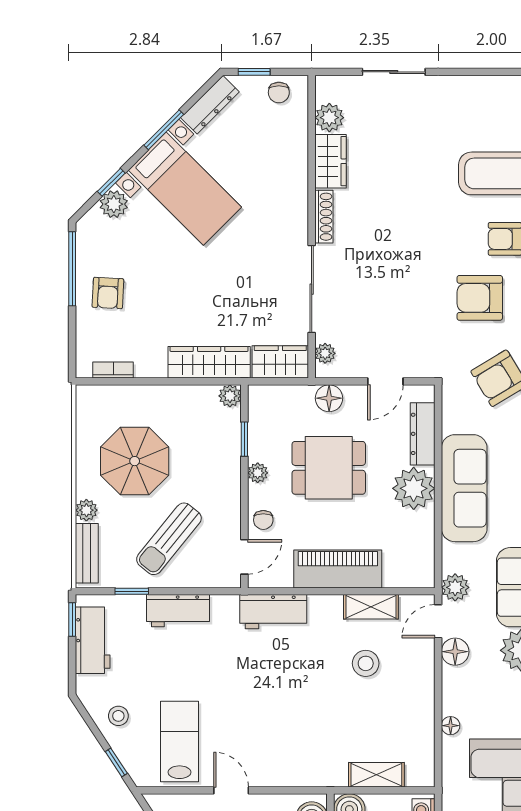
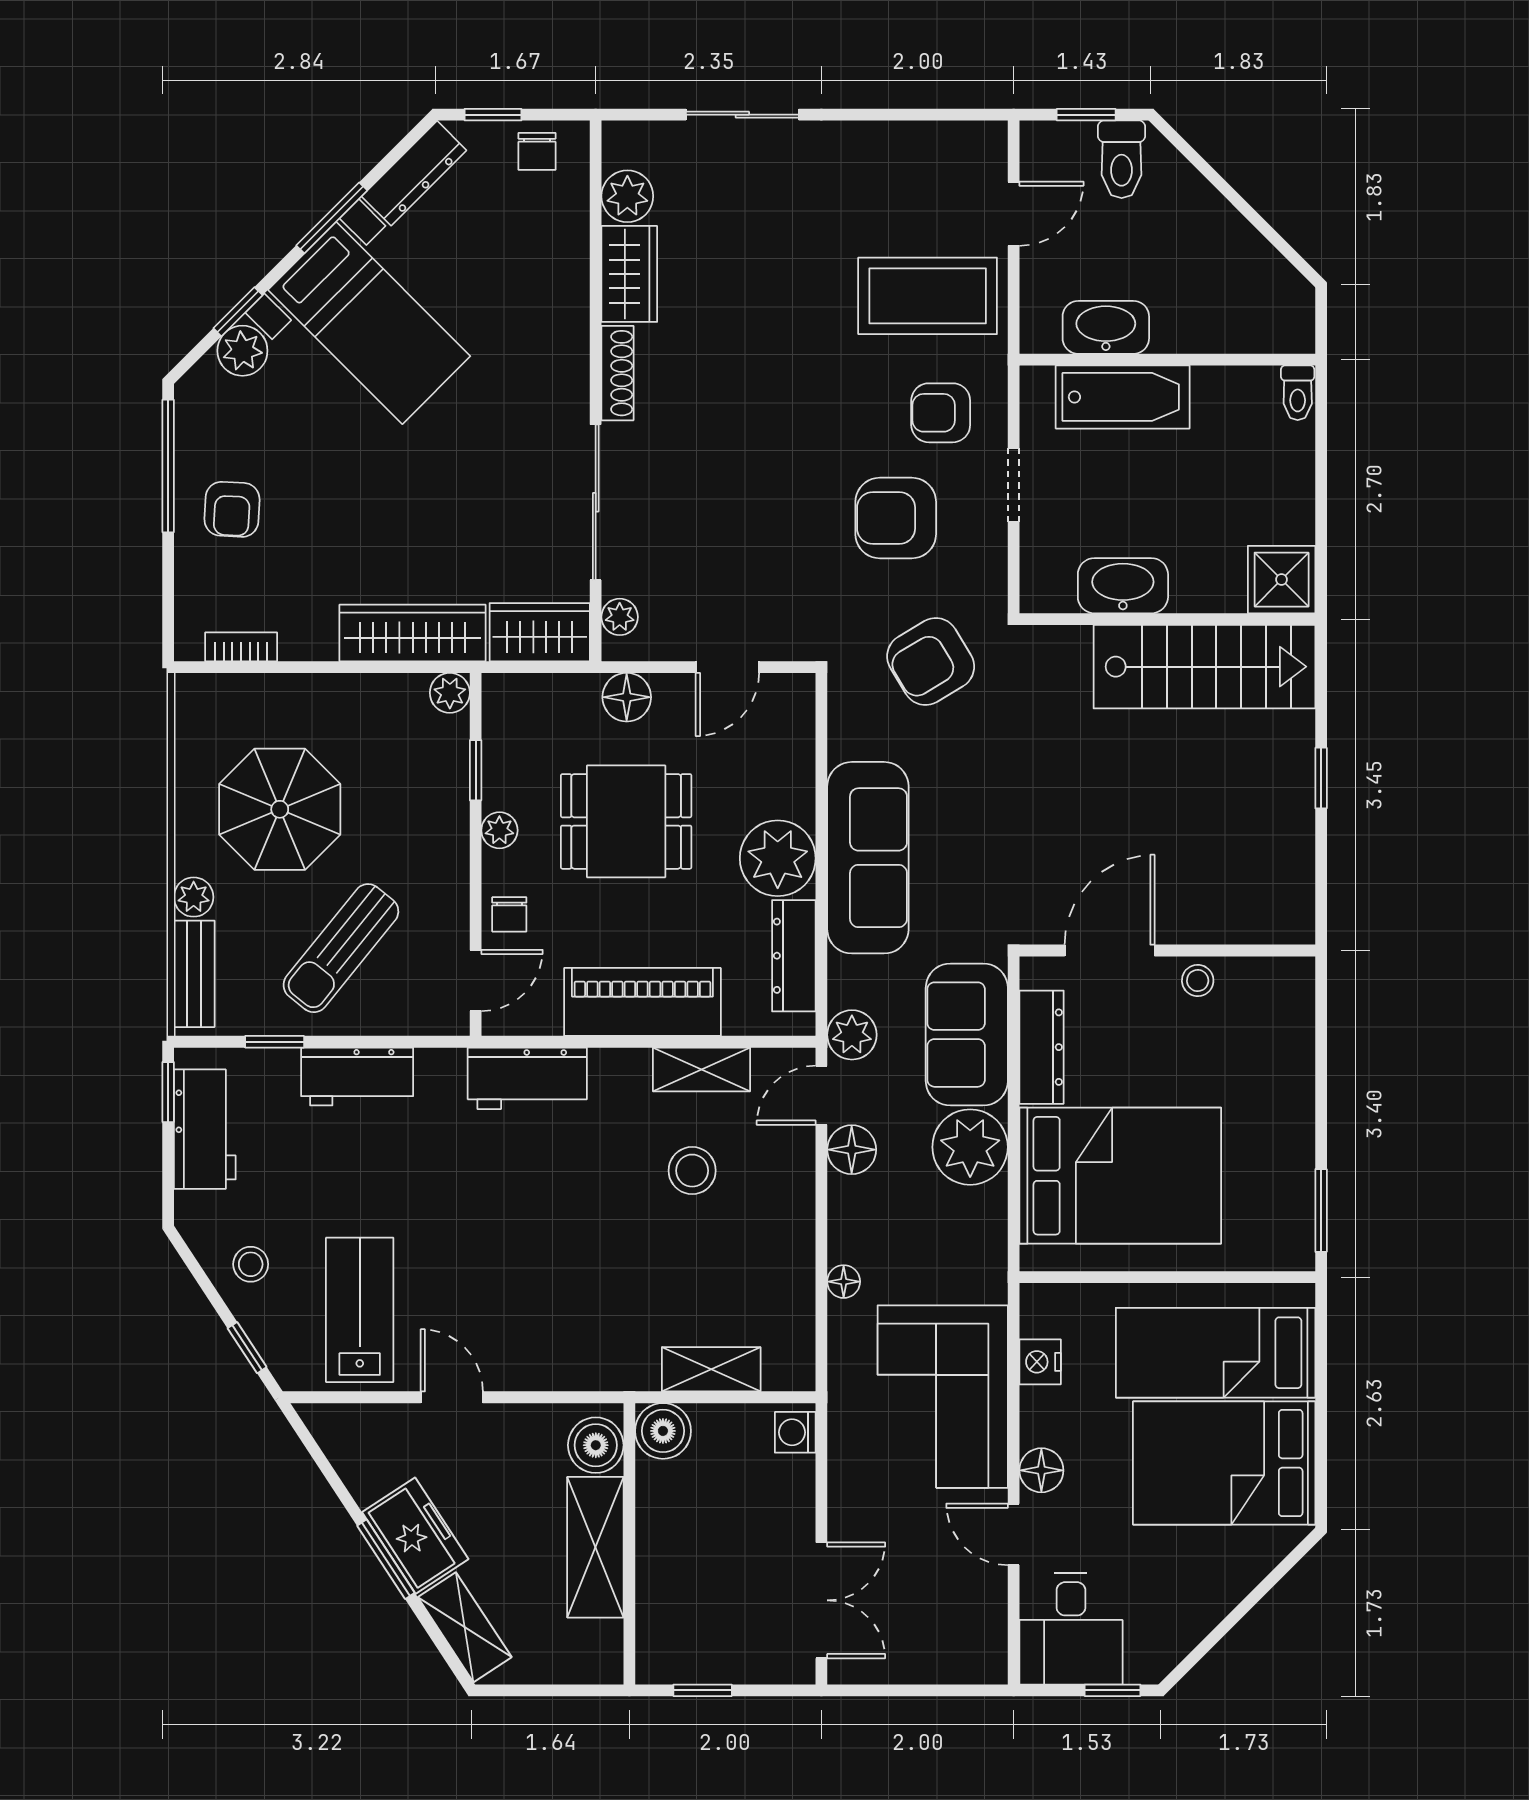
dresser: (423, 434) -> (794, 956), moved

